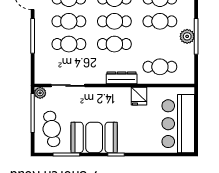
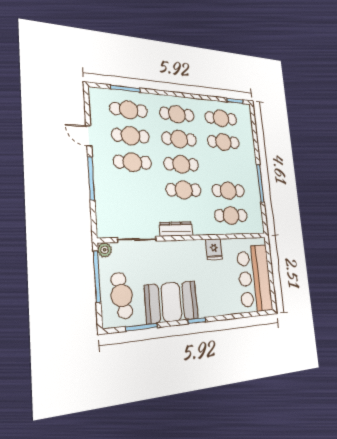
cafe table: (160, 21) -> (228, 191), moved
plant: (187, 36) -> (252, 183), removed
cafe table: (69, 44) -> (134, 189), removed
dresser: (122, 78) -> (176, 229), moved

